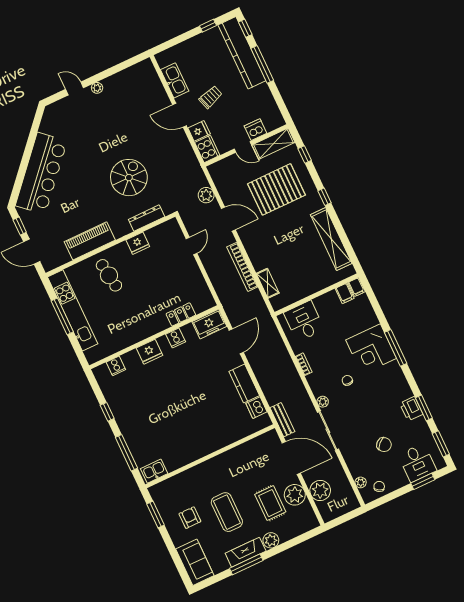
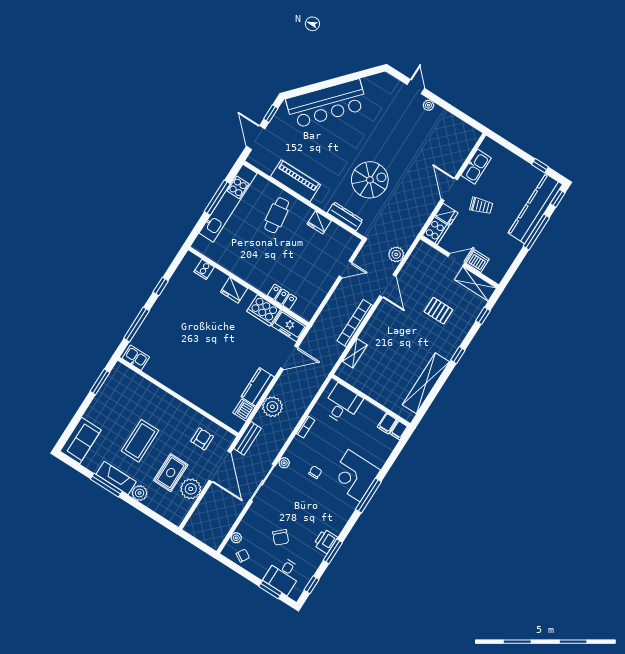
door: (243, 147) -> (456, 260), swing flipped
pallet: (276, 189) -> (438, 311), width x0.49, depth x0.50
cooker: (176, 338) -> (264, 310), width x1.87, depth x1.31
window: (441, 444) -> (312, 585), width x0.67
plant: (320, 491) -> (272, 407), moved
armchair: (190, 518) -> (202, 439), moved

